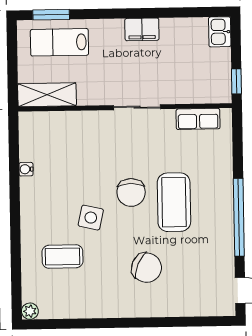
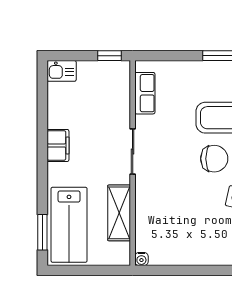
lab bench: (59, 42) -> (69, 225), width x1.36, depth x1.39
shelving: (47, 95) -> (119, 213), moved
water cooler: (26, 169) -> (141, 259), moved

